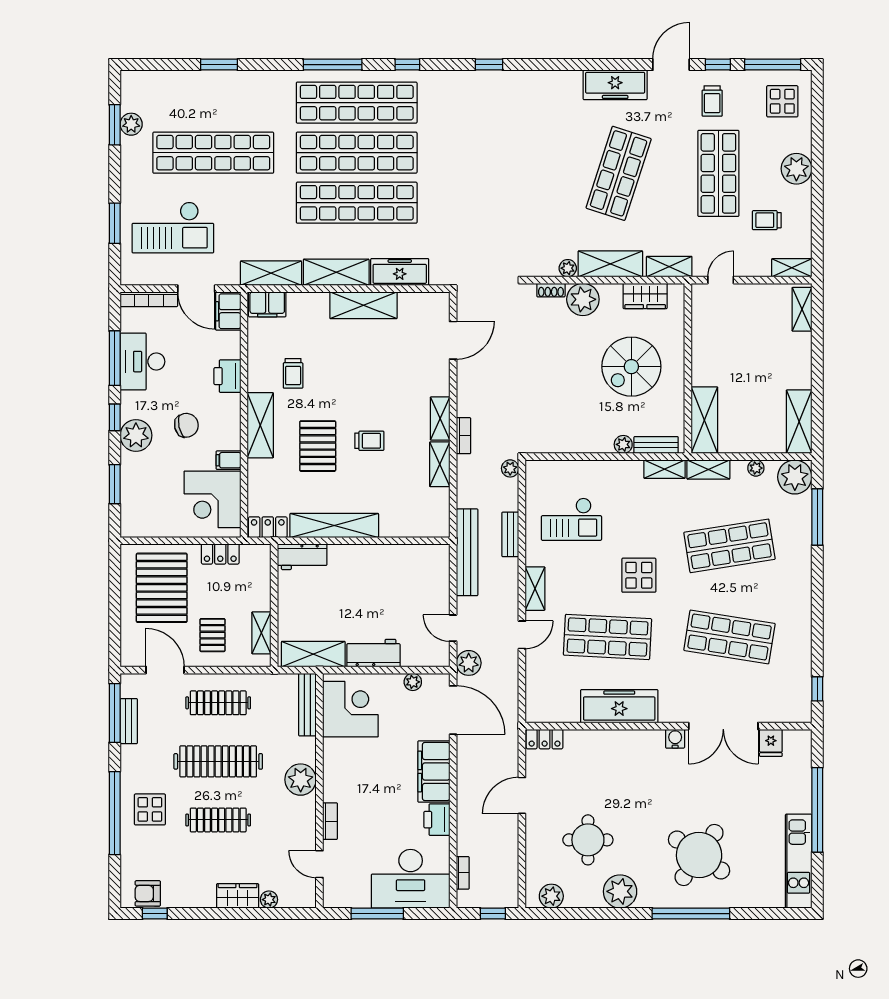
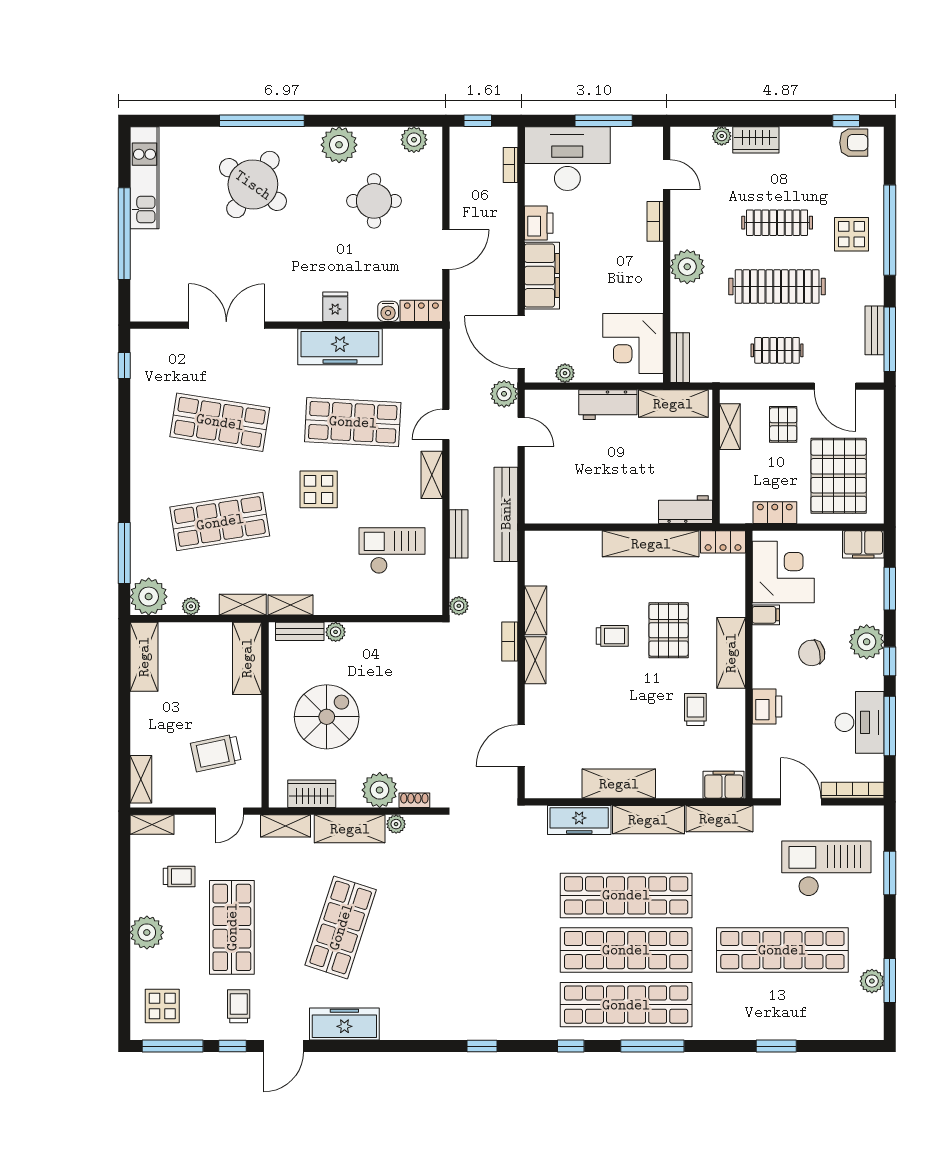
filing cabinet: (228, 311) -> (863, 544), moved, turned 90
trolley: (733, 334) -> (216, 753), added
trolley: (369, 441) -> (612, 636), turned 180
clothes rail: (218, 703) -> (777, 350), width x0.73
bench: (307, 705) -> (680, 358), width x0.73
water cooler: (675, 739) -> (388, 311), moved
fridge: (771, 743) -> (335, 307), moved

